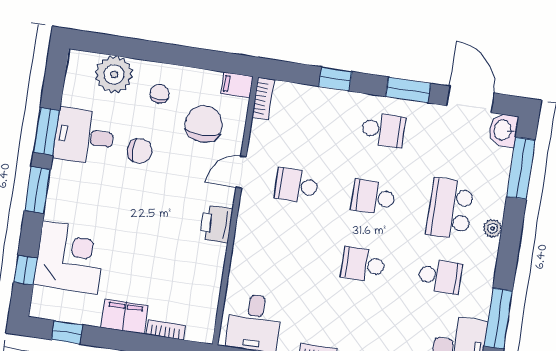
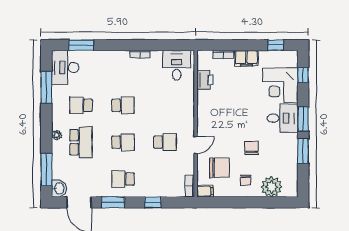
chair: (204, 124) -> (220, 168), turned -90
desk: (84, 136) -> (282, 118), moved
chair: (140, 151) -> (252, 148), turned 90
printer: (216, 224) -> (205, 80), moved

